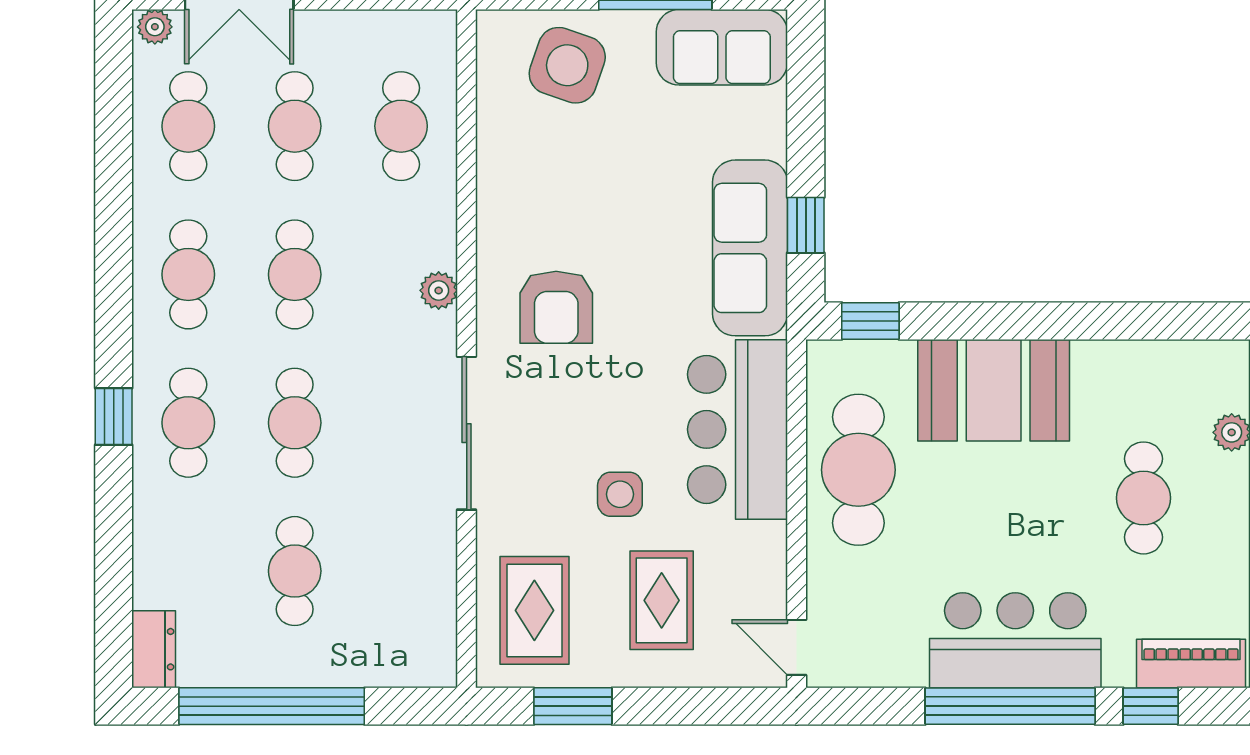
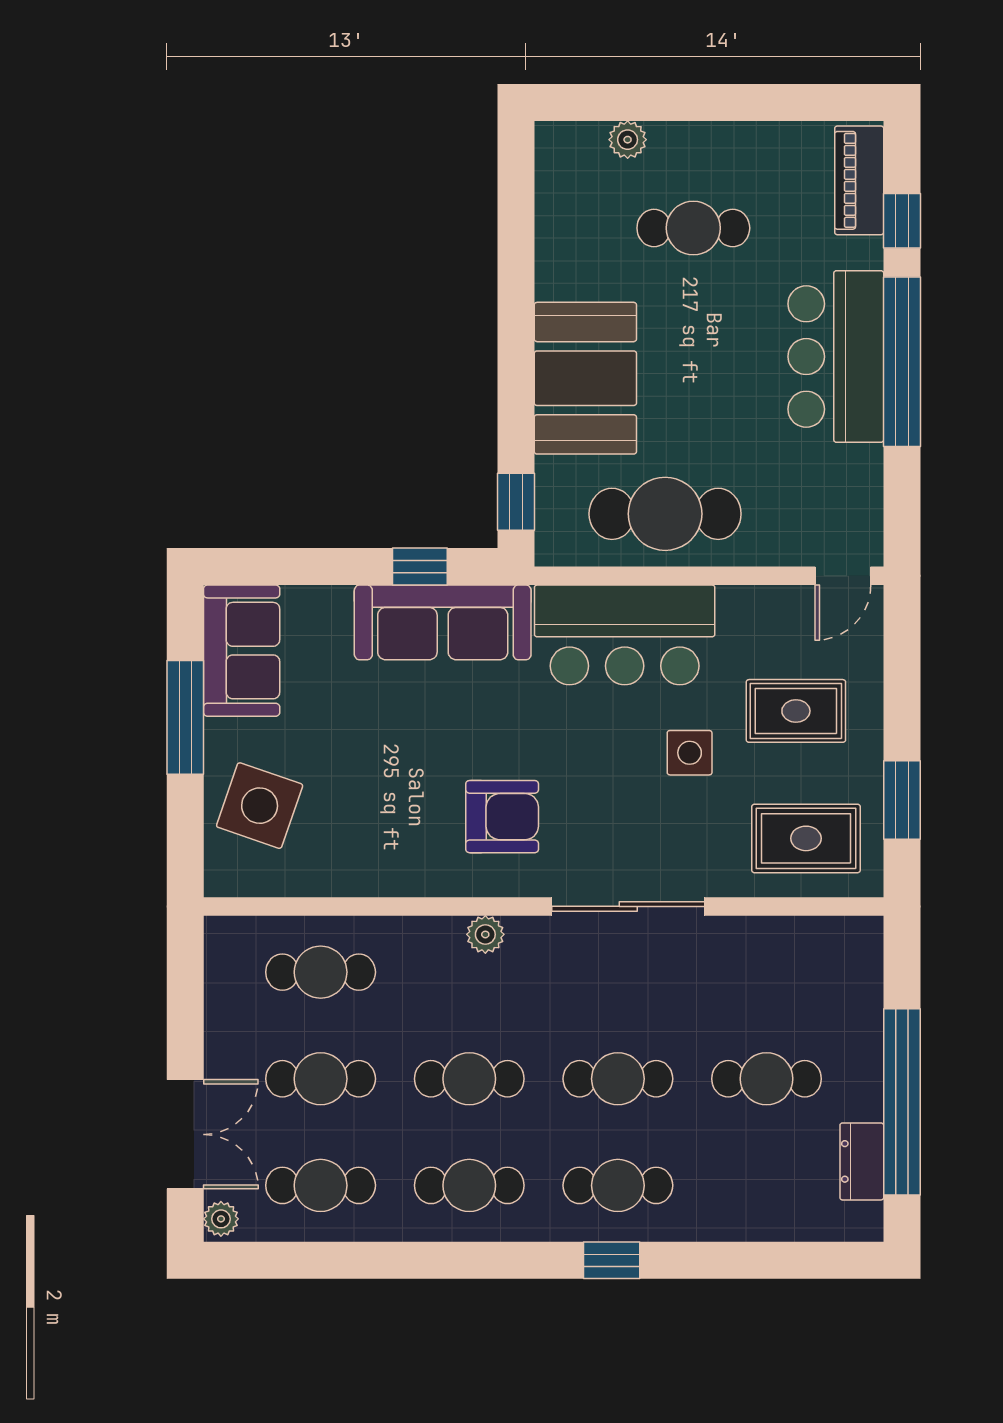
dresser: (154, 649) -> (862, 1161), moved, turned -90

